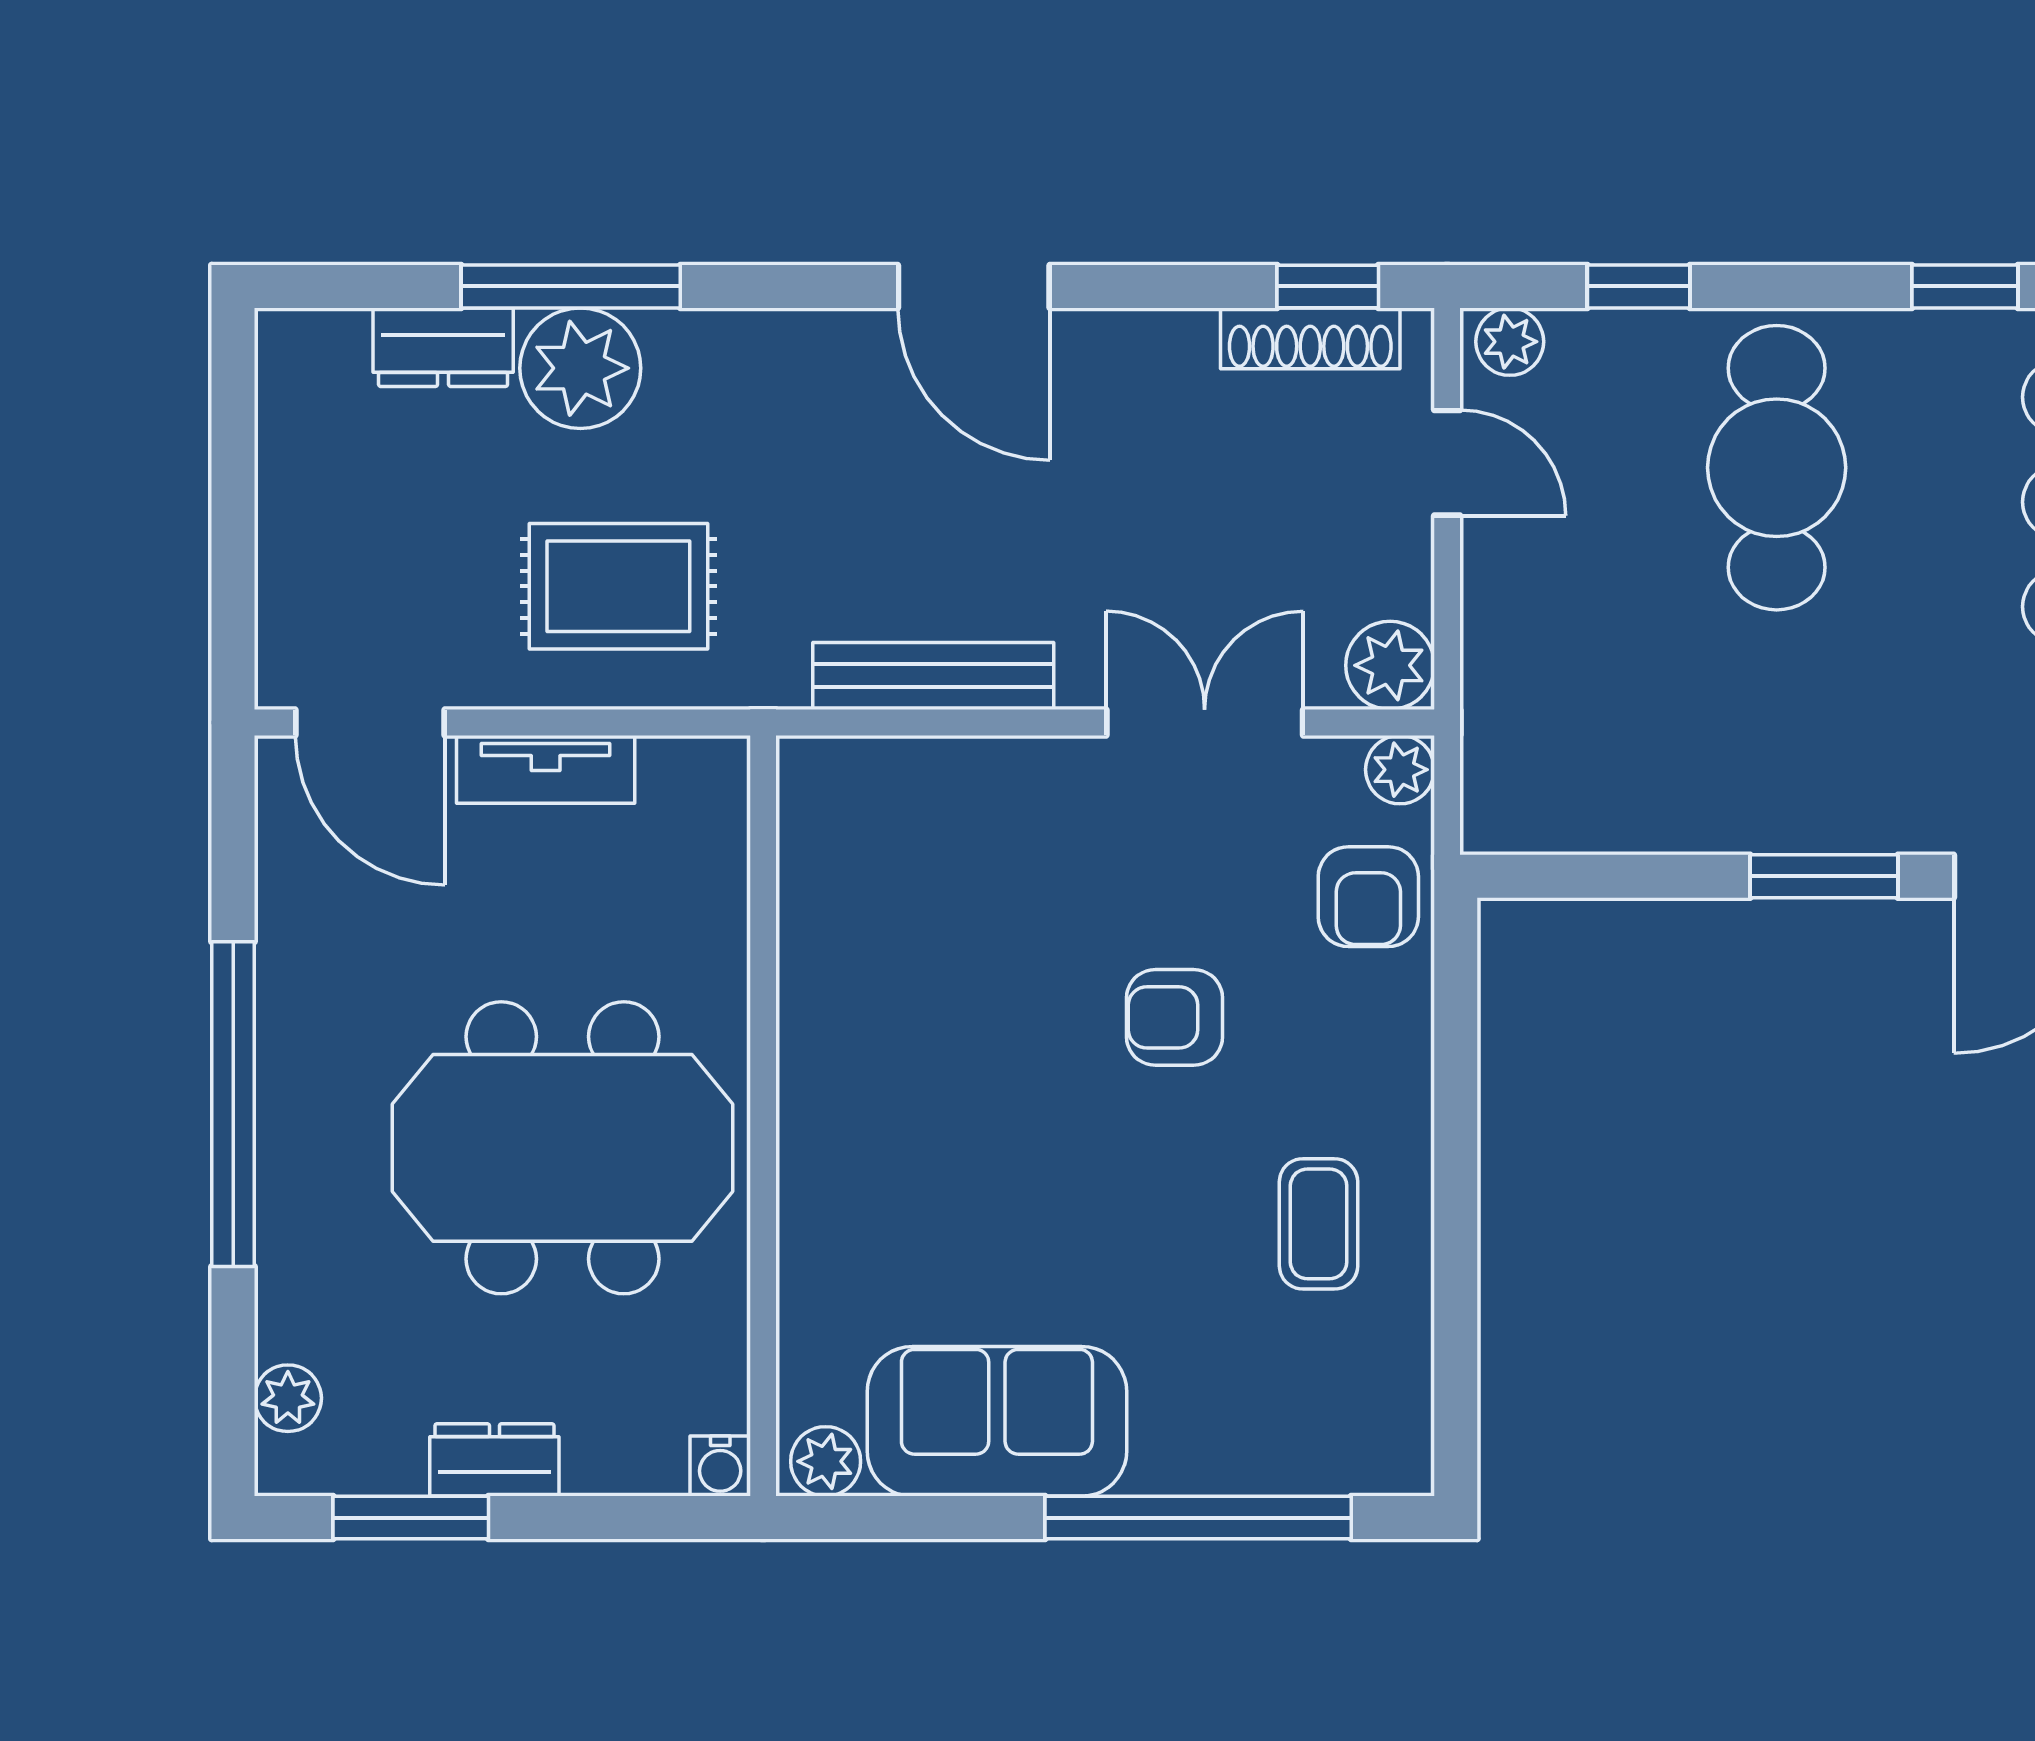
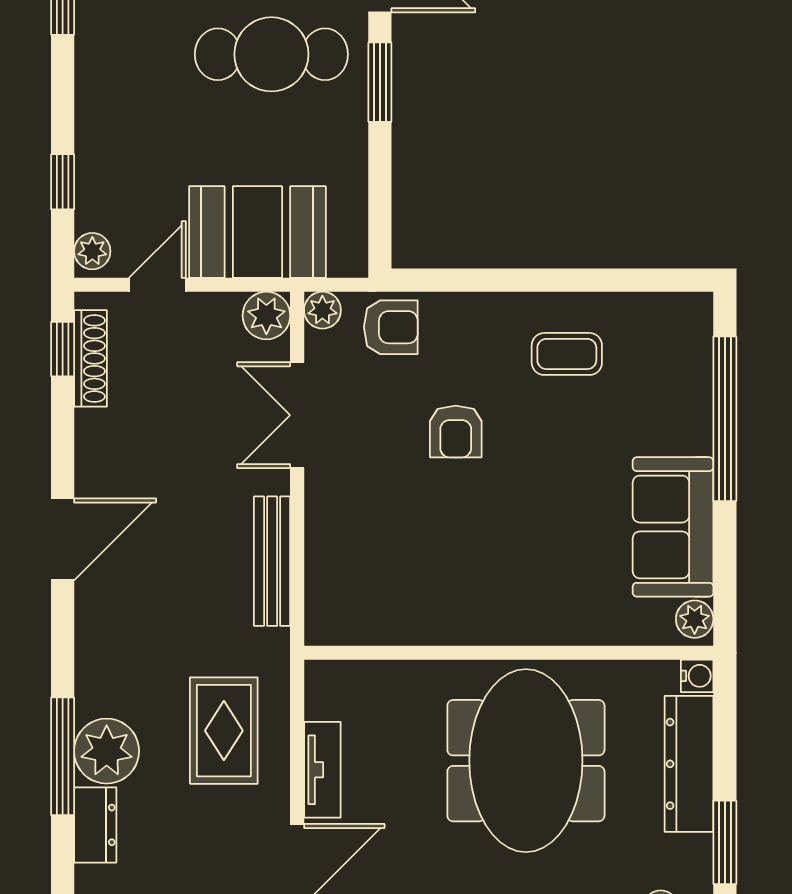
cafe table: (1777, 468) -> (271, 54), moved
booth: (1545, 649) -> (257, 232), added
dresser: (494, 1460) -> (689, 764), width x1.96, depth x1.24

